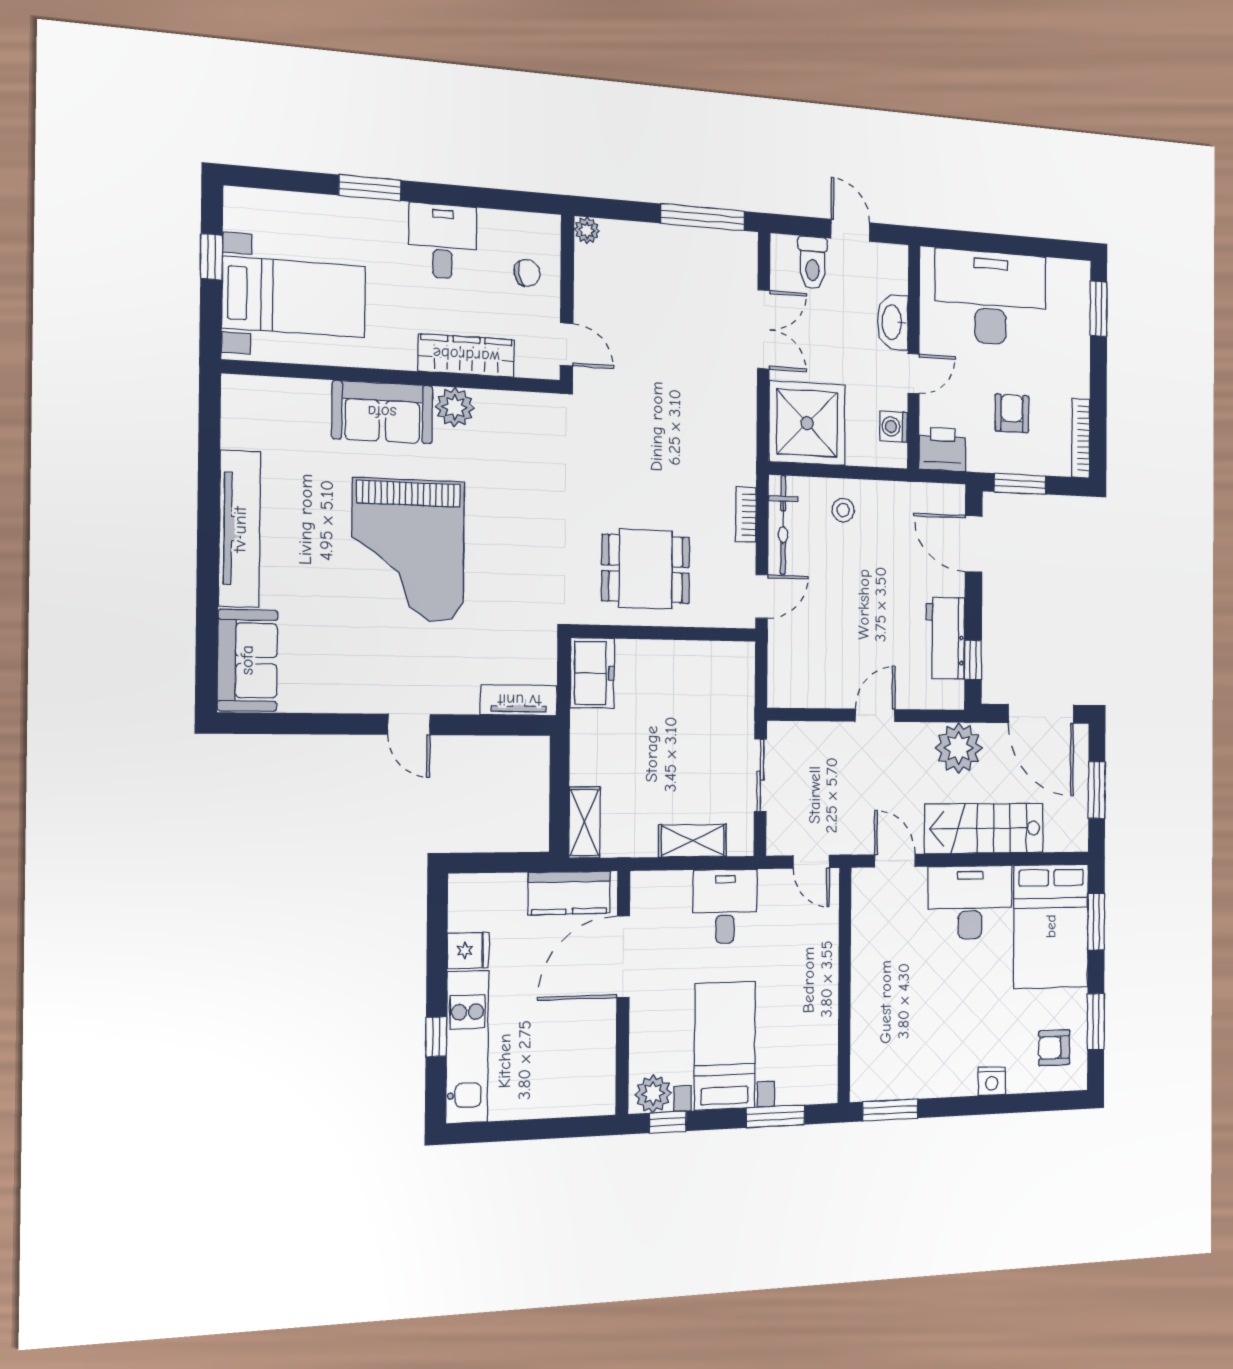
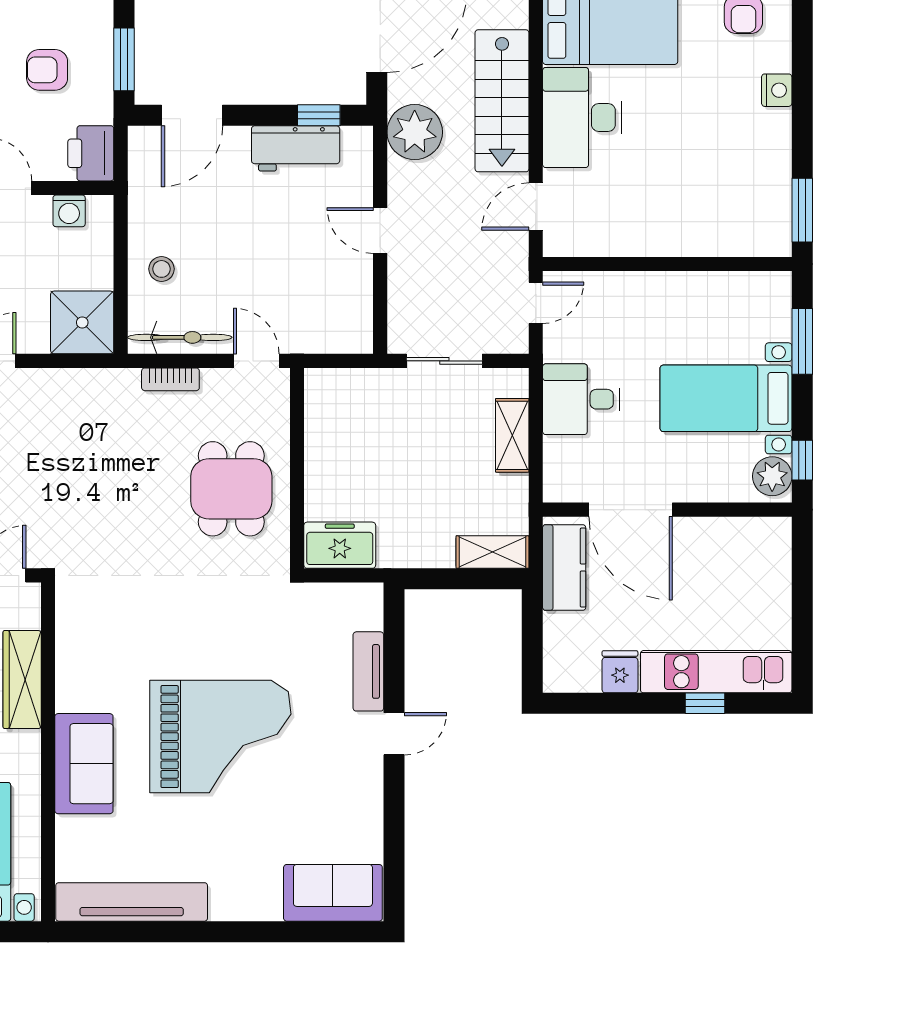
plant: (455, 407) -> (75, 691), removed
shower: (807, 423) -> (82, 322), width x0.73, depth x0.73
tv unit: (240, 529) -> (132, 902), moved
tv unit: (519, 700) -> (368, 671), moved

